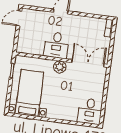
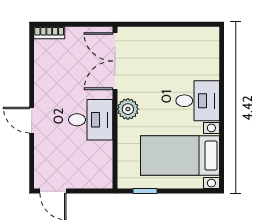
desk: (90, 111) -> (198, 101), moved

